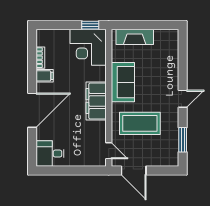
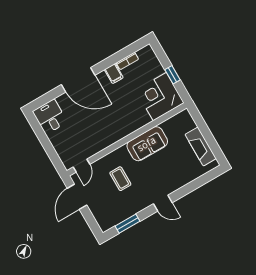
window: (90, 25) -> (172, 75), moved
fireplace: (135, 37) -> (201, 147), moved
filing cabinet: (96, 101) -> (118, 130), removed
coffee table: (140, 123) -> (120, 179), width x0.54, depth x0.58

